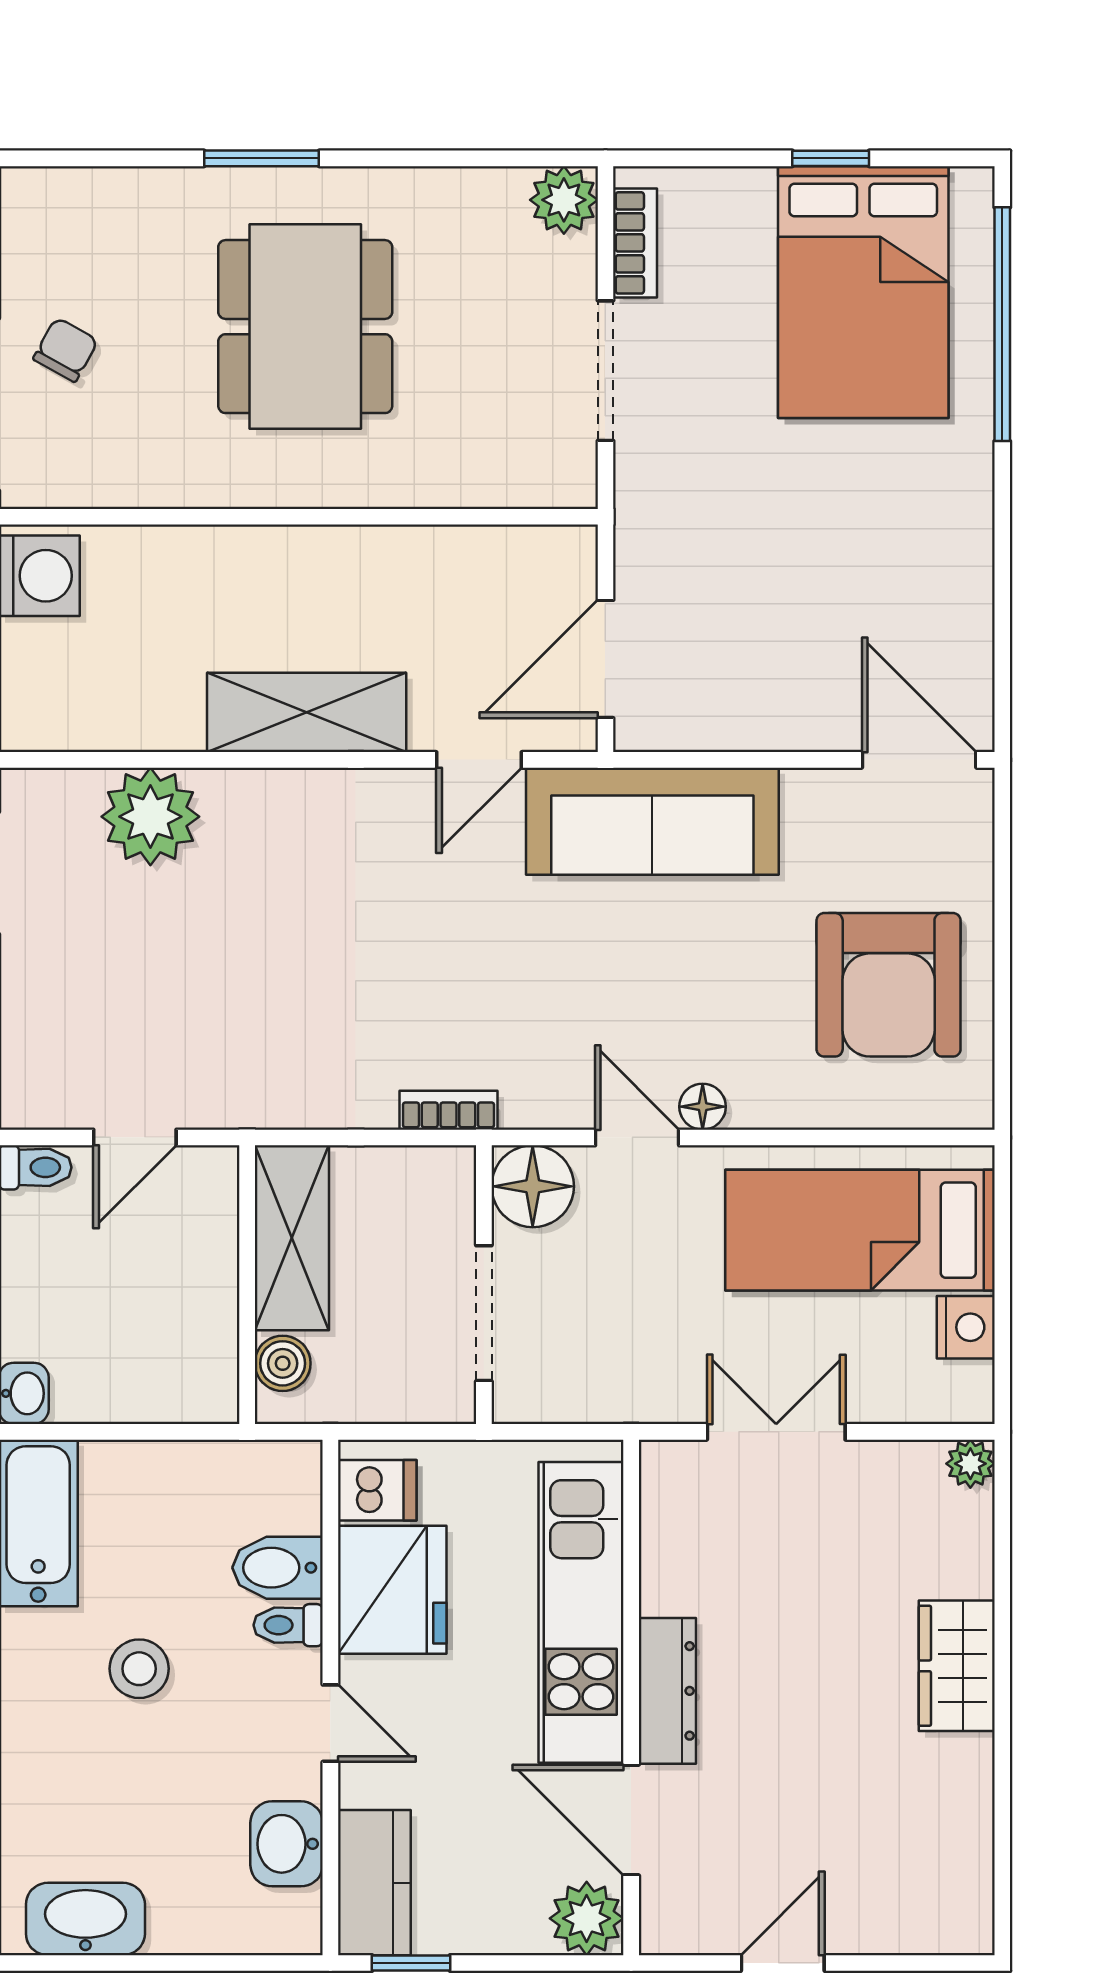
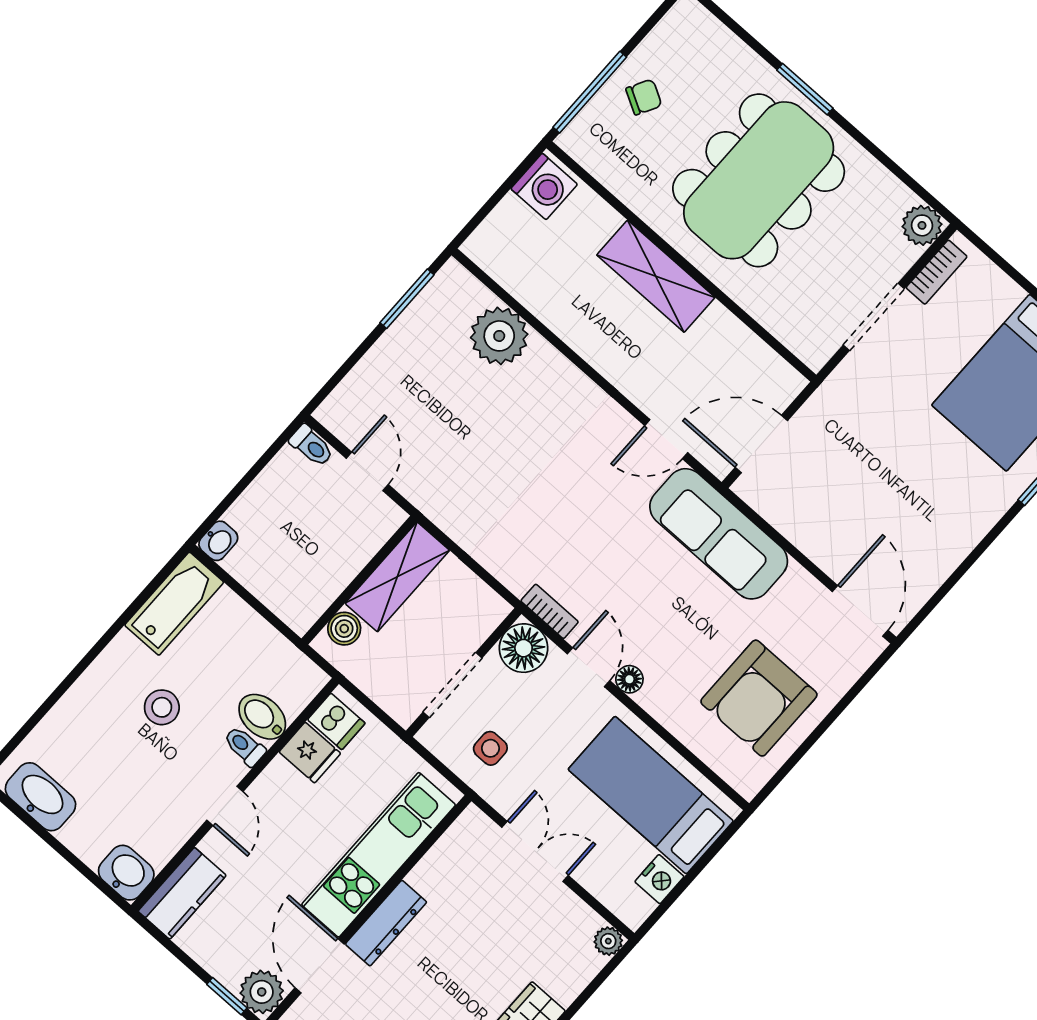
dining table: (305, 327) -> (759, 180), width x1.36, depth x1.24
shelving: (307, 712) -> (656, 276), moved
bookcase: (448, 1110) -> (550, 611), moved
door: (135, 1137) -> (367, 471), swing flipped
side table: (603, 1351) -> (490, 748), added
fridge: (392, 1590) -> (310, 753), width x0.53, depth x0.75
washbasin: (287, 1844) -> (126, 873), moved, turned 90
window: (411, 1963) -> (227, 996), moved

